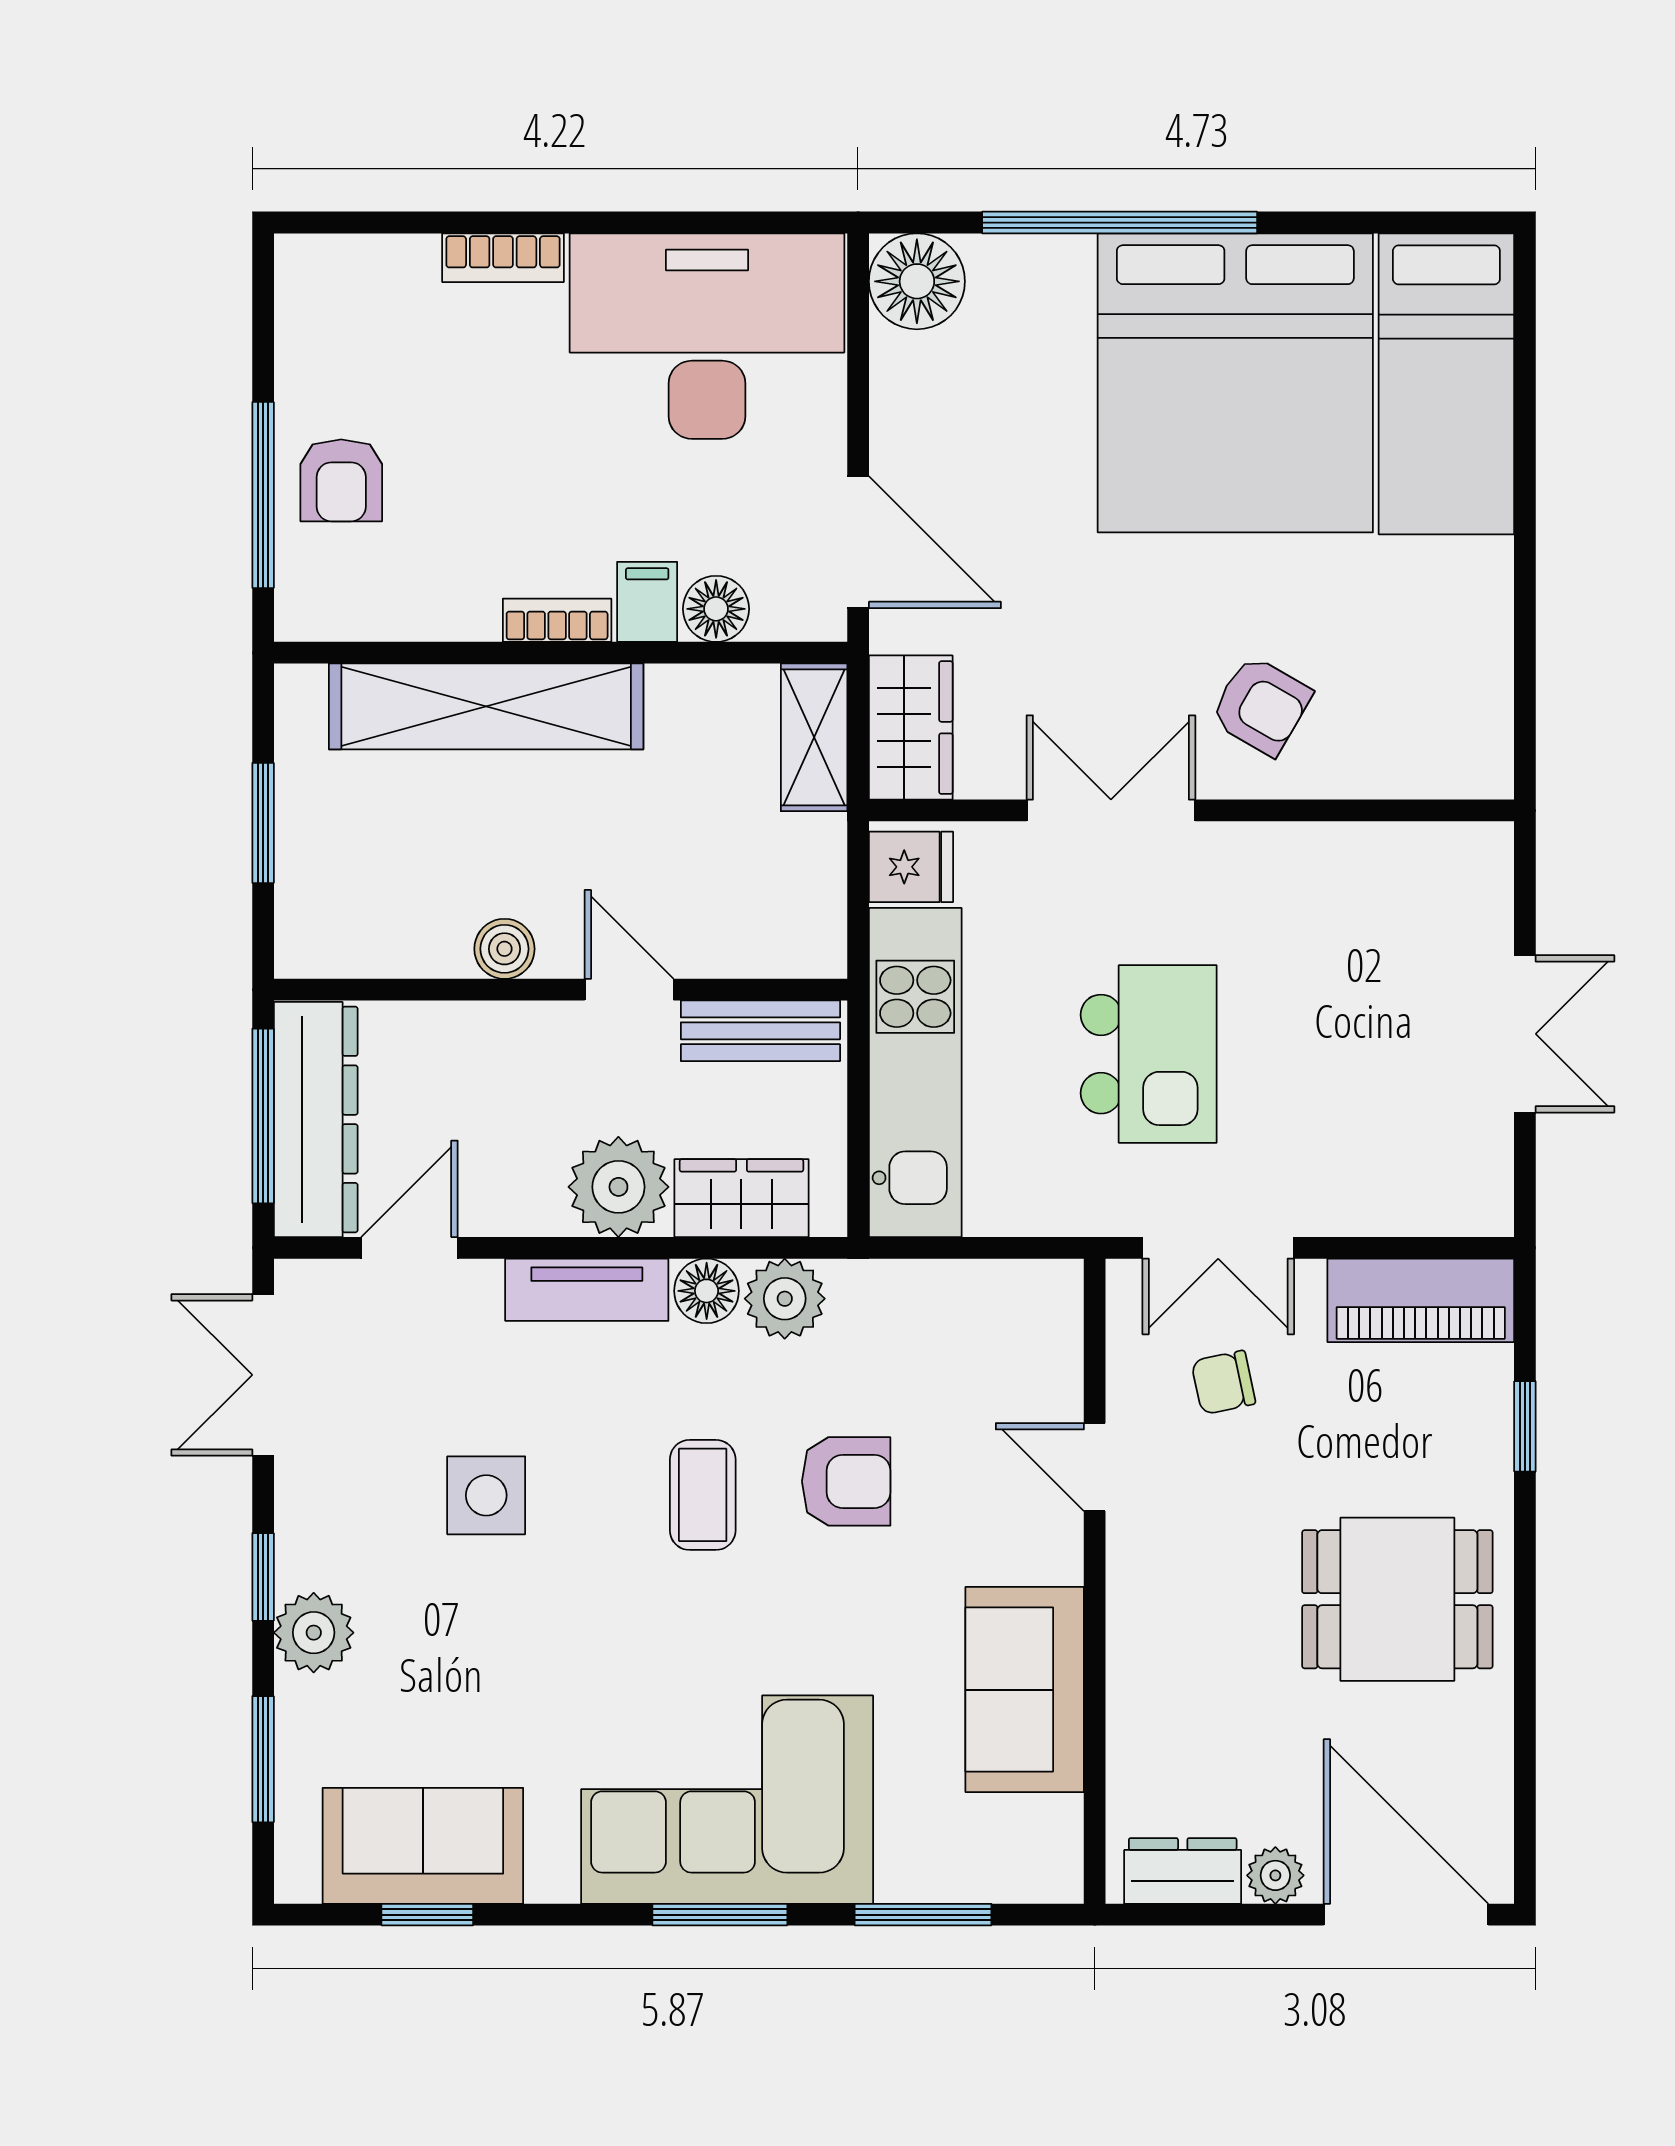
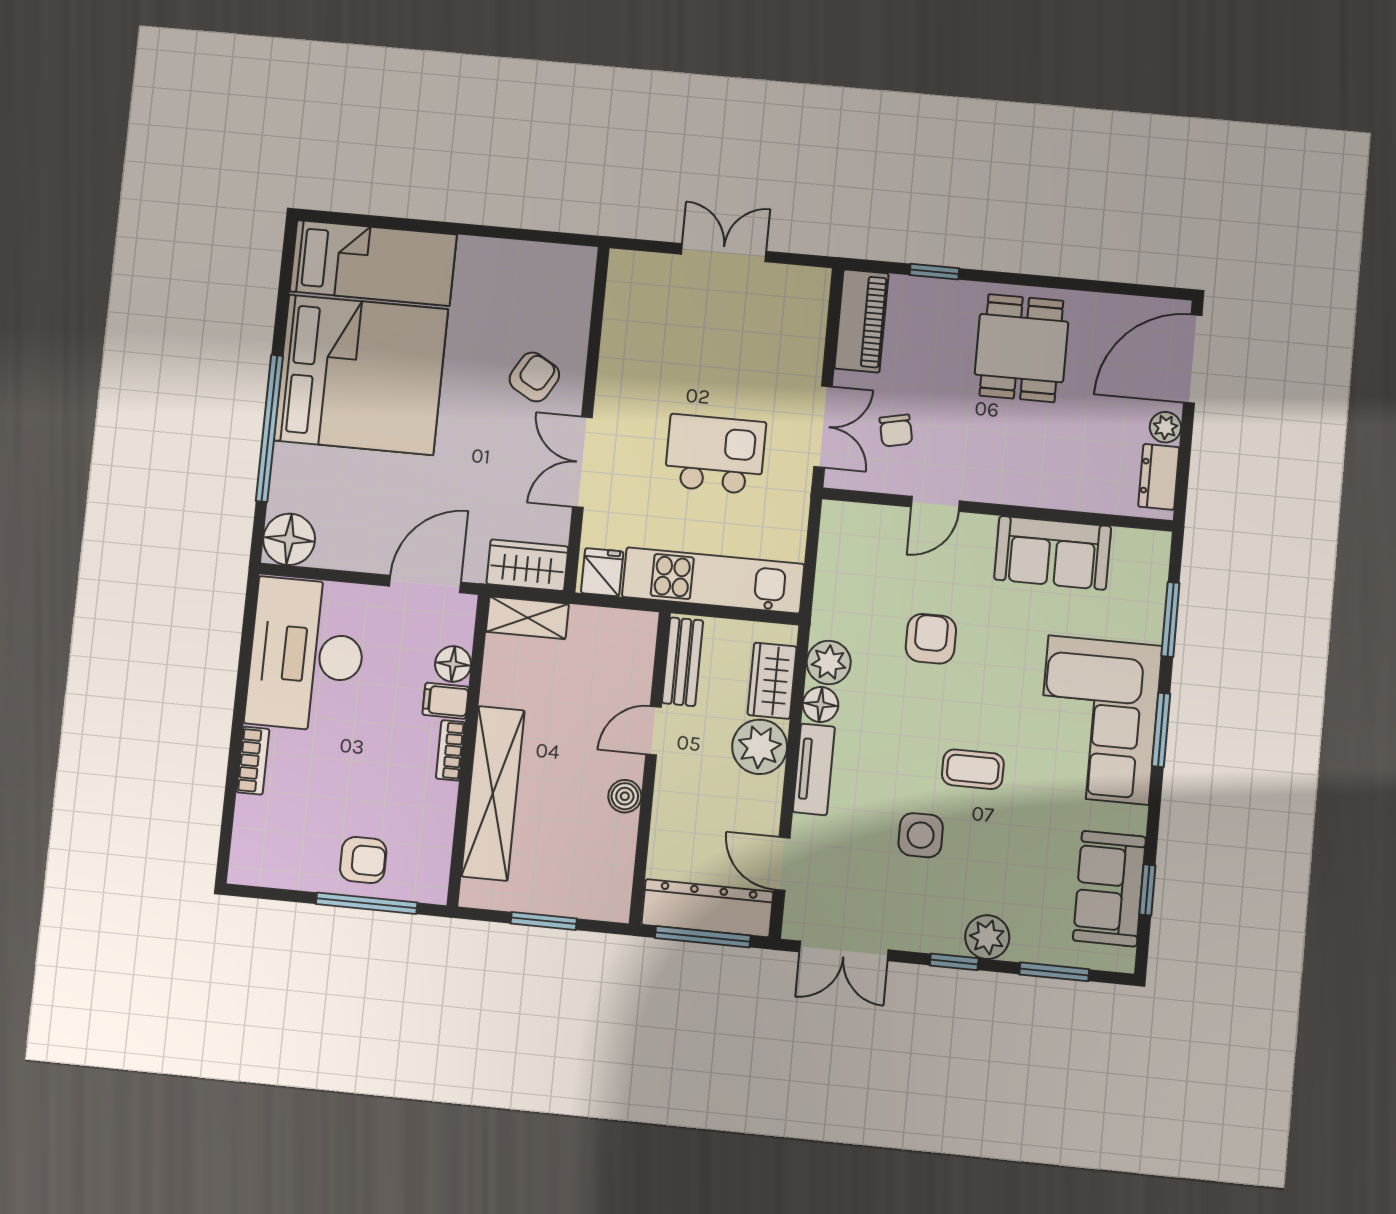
coffee table: (703, 1495) -> (973, 769), moved

